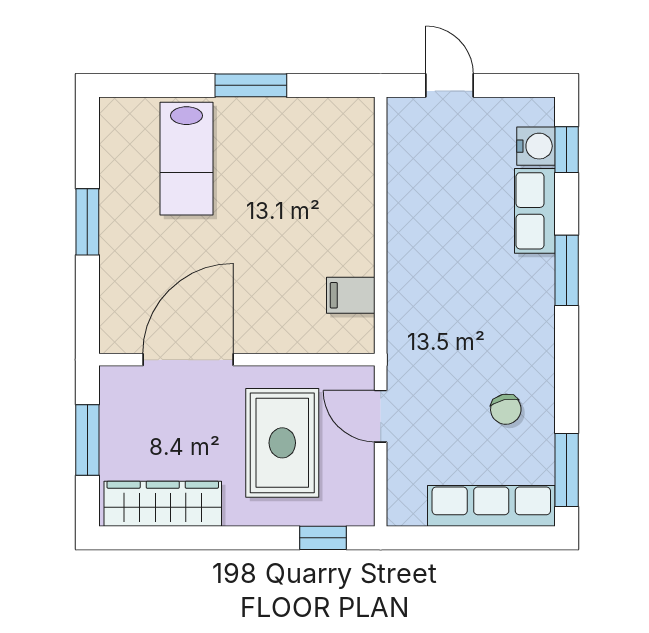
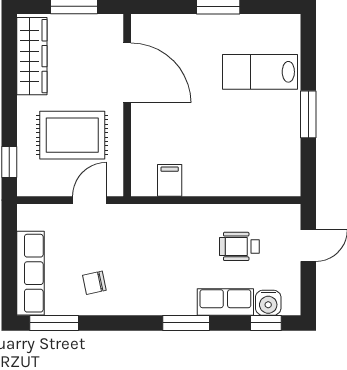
wheelchair: (451, 190) -> (239, 246), added

